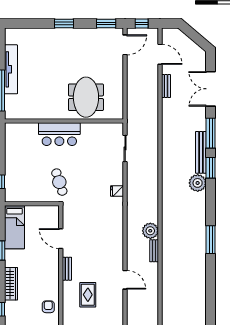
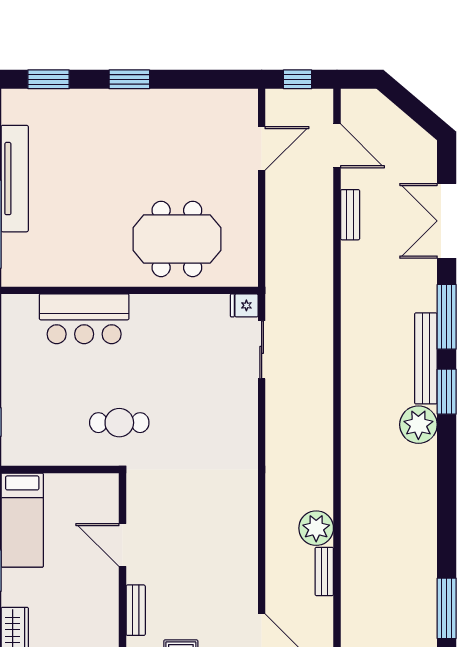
window: (106, 23) -> (49, 79), moved
door: (125, 45) -> (262, 148), moved
meeting table: (86, 97) -> (177, 239), turned 90
bar counter: (59, 134) -> (84, 319), moved
cafe table: (59, 182) -> (119, 423), turned -72
fridge: (117, 191) -> (244, 305), moved
window: (211, 240) -> (447, 608), moved

